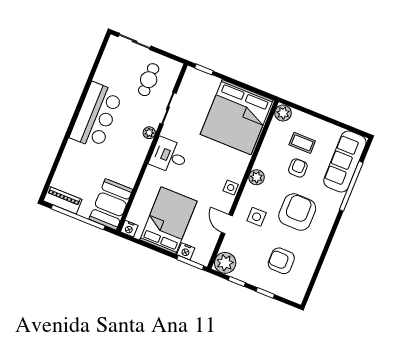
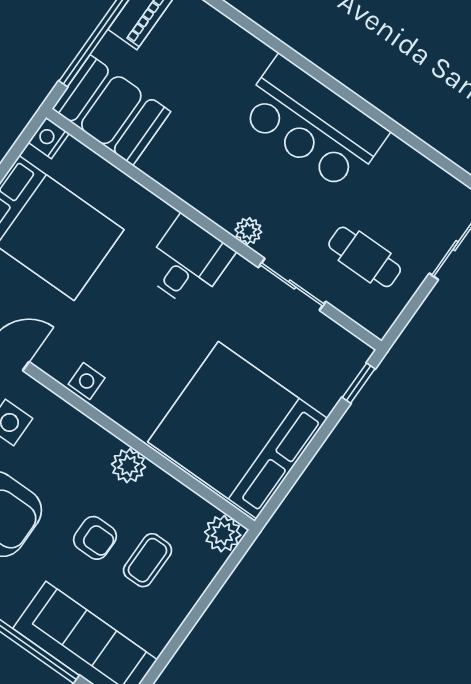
plant: (257, 177) -> (128, 466), moved

